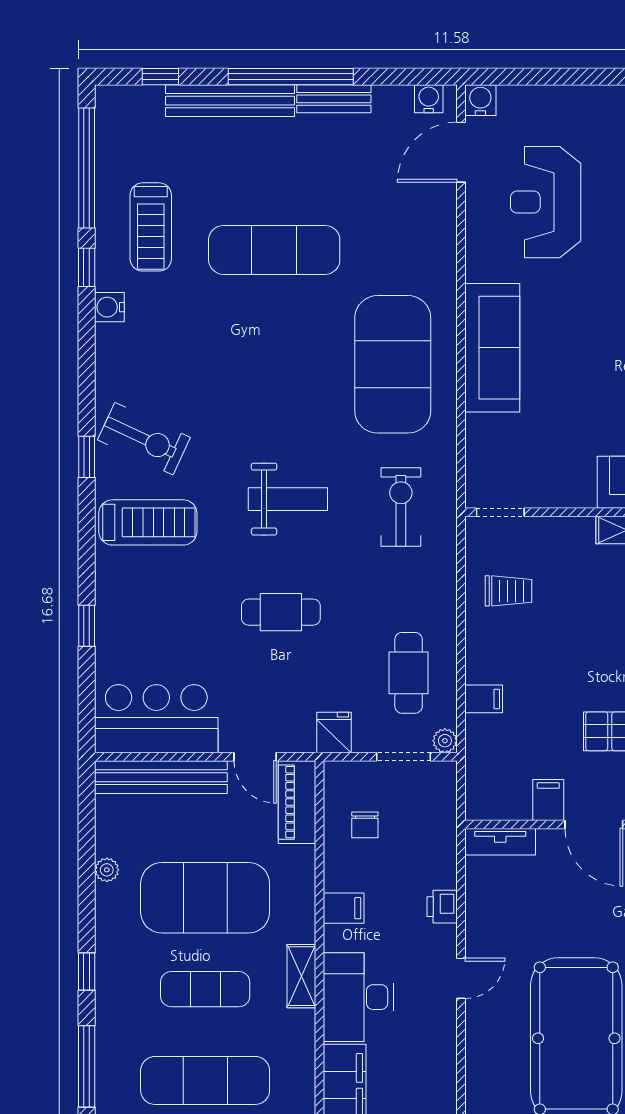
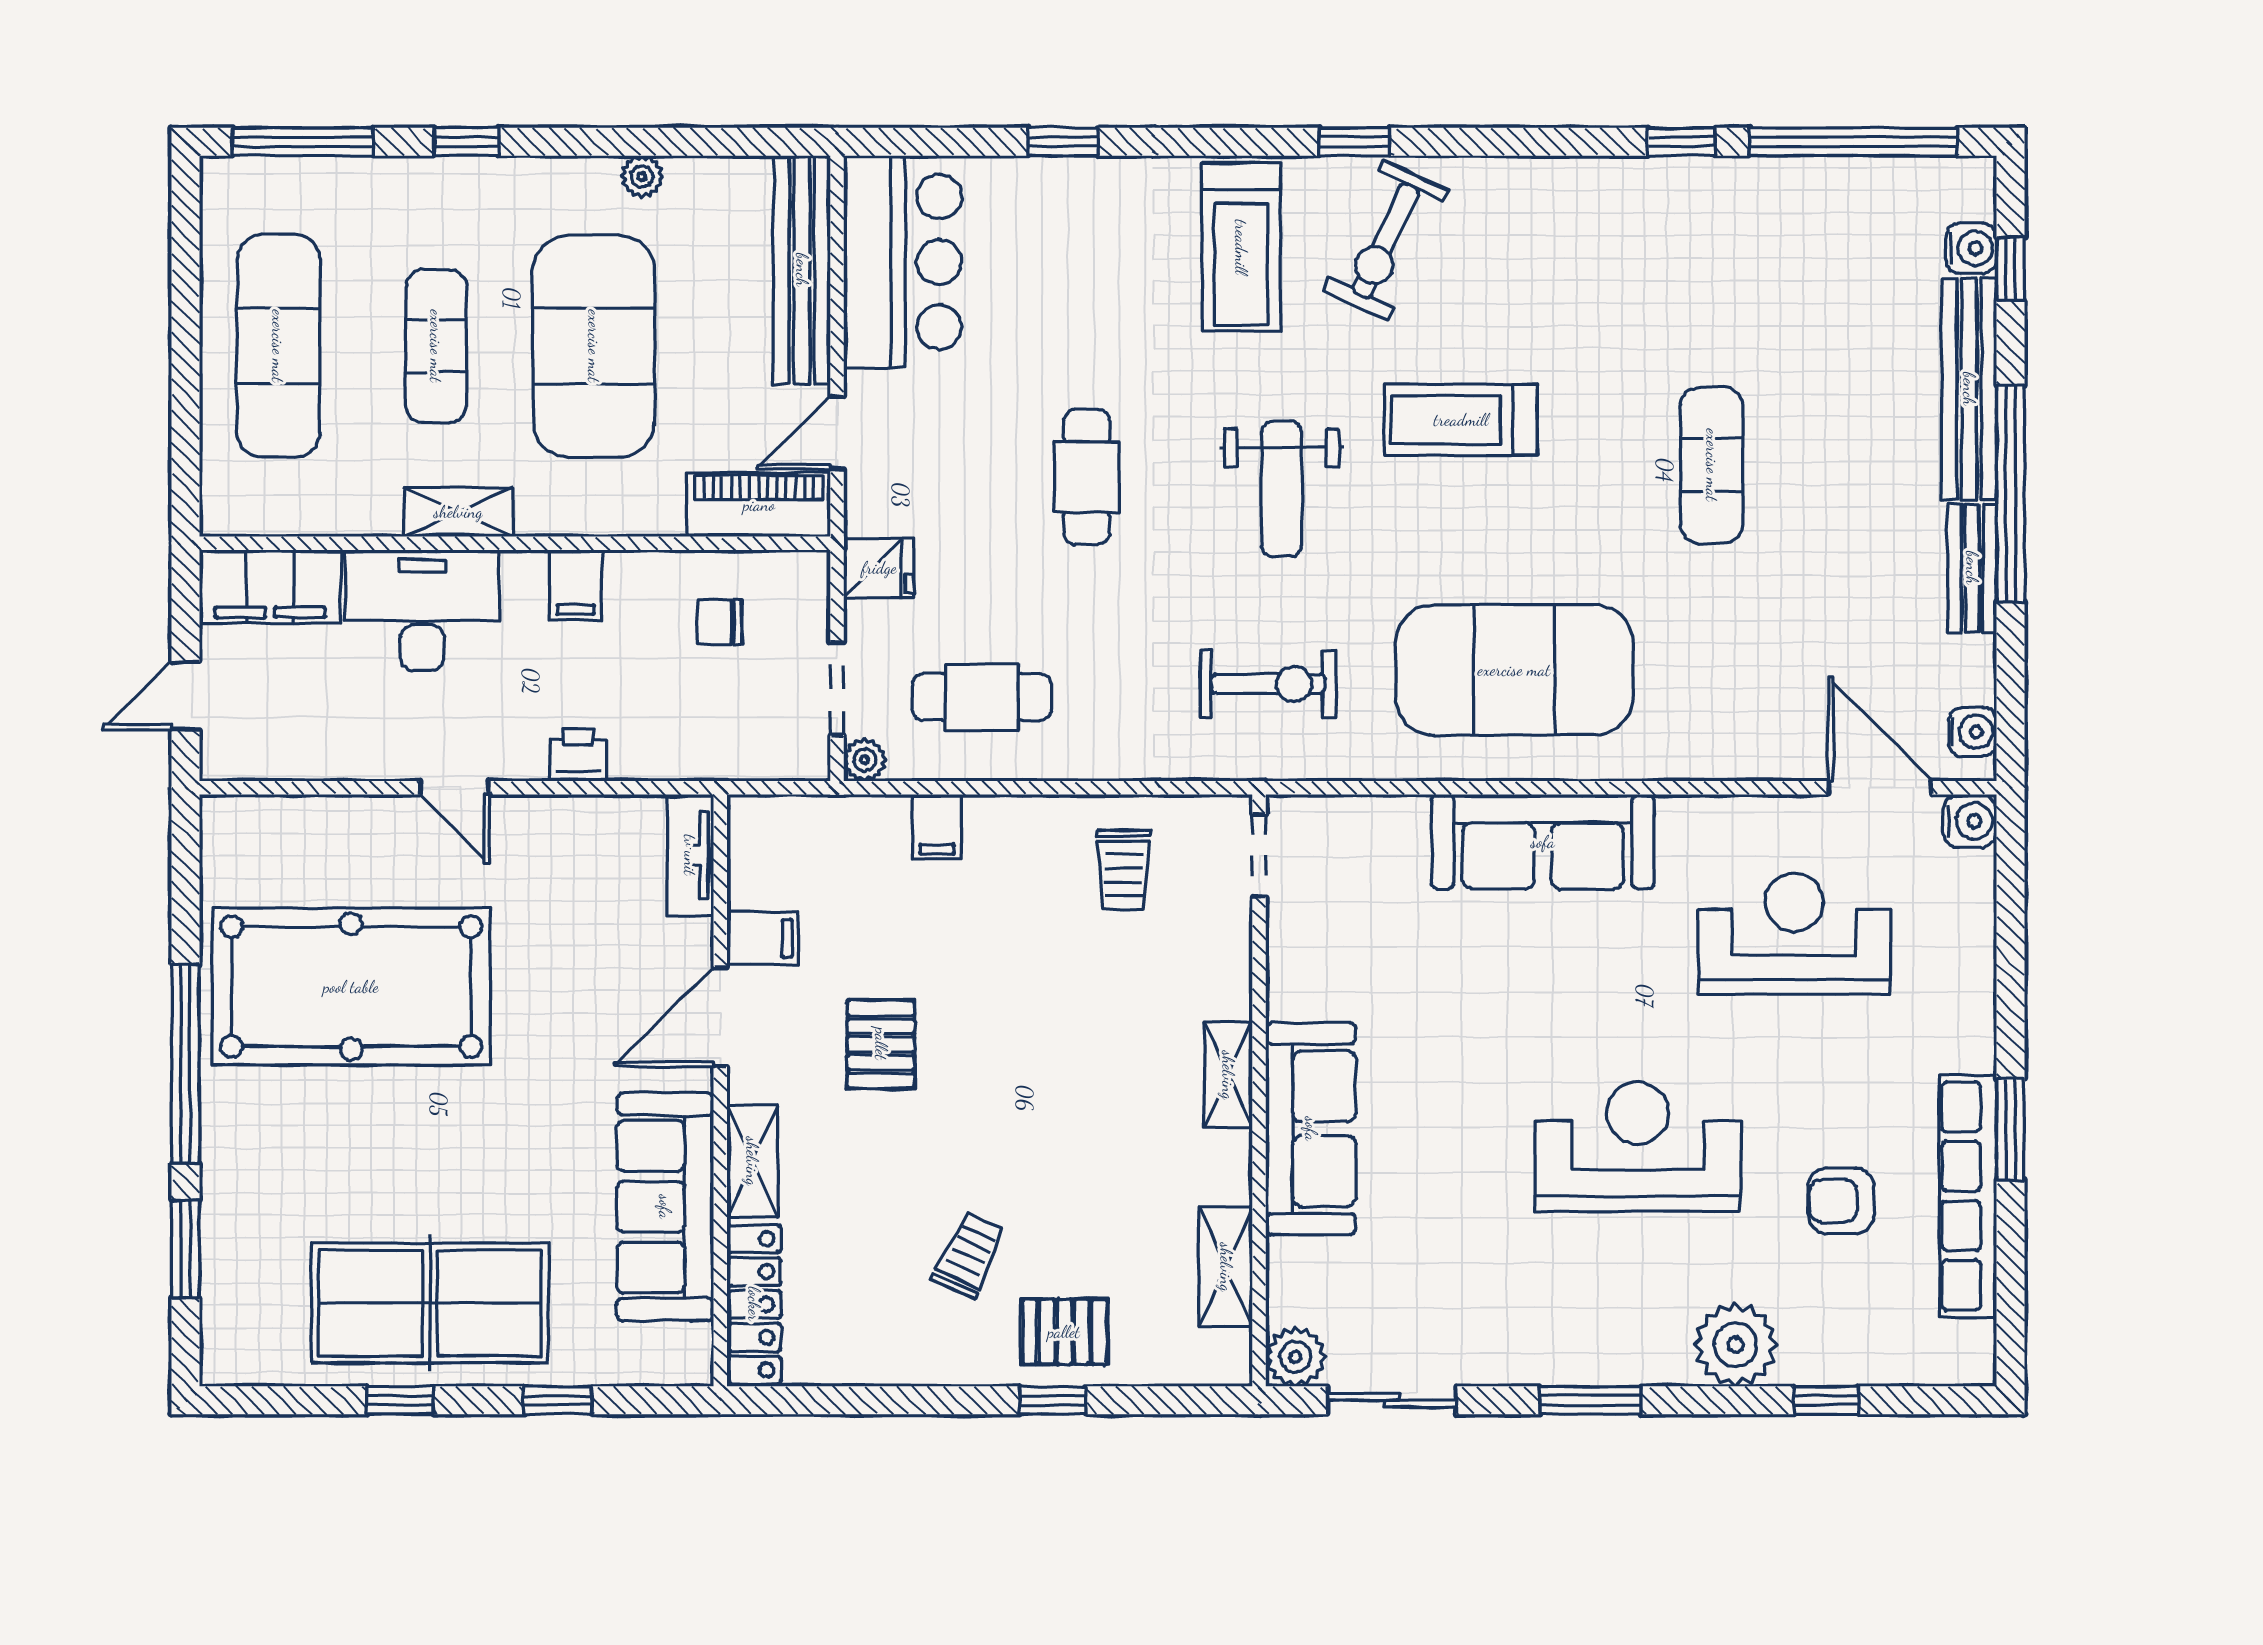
treadmill: (151, 227) -> (1461, 420), moved
exercise mat: (274, 250) -> (1712, 465), width x0.73, depth x0.69
water cooler: (109, 307) -> (1971, 248), moved, turned 90

